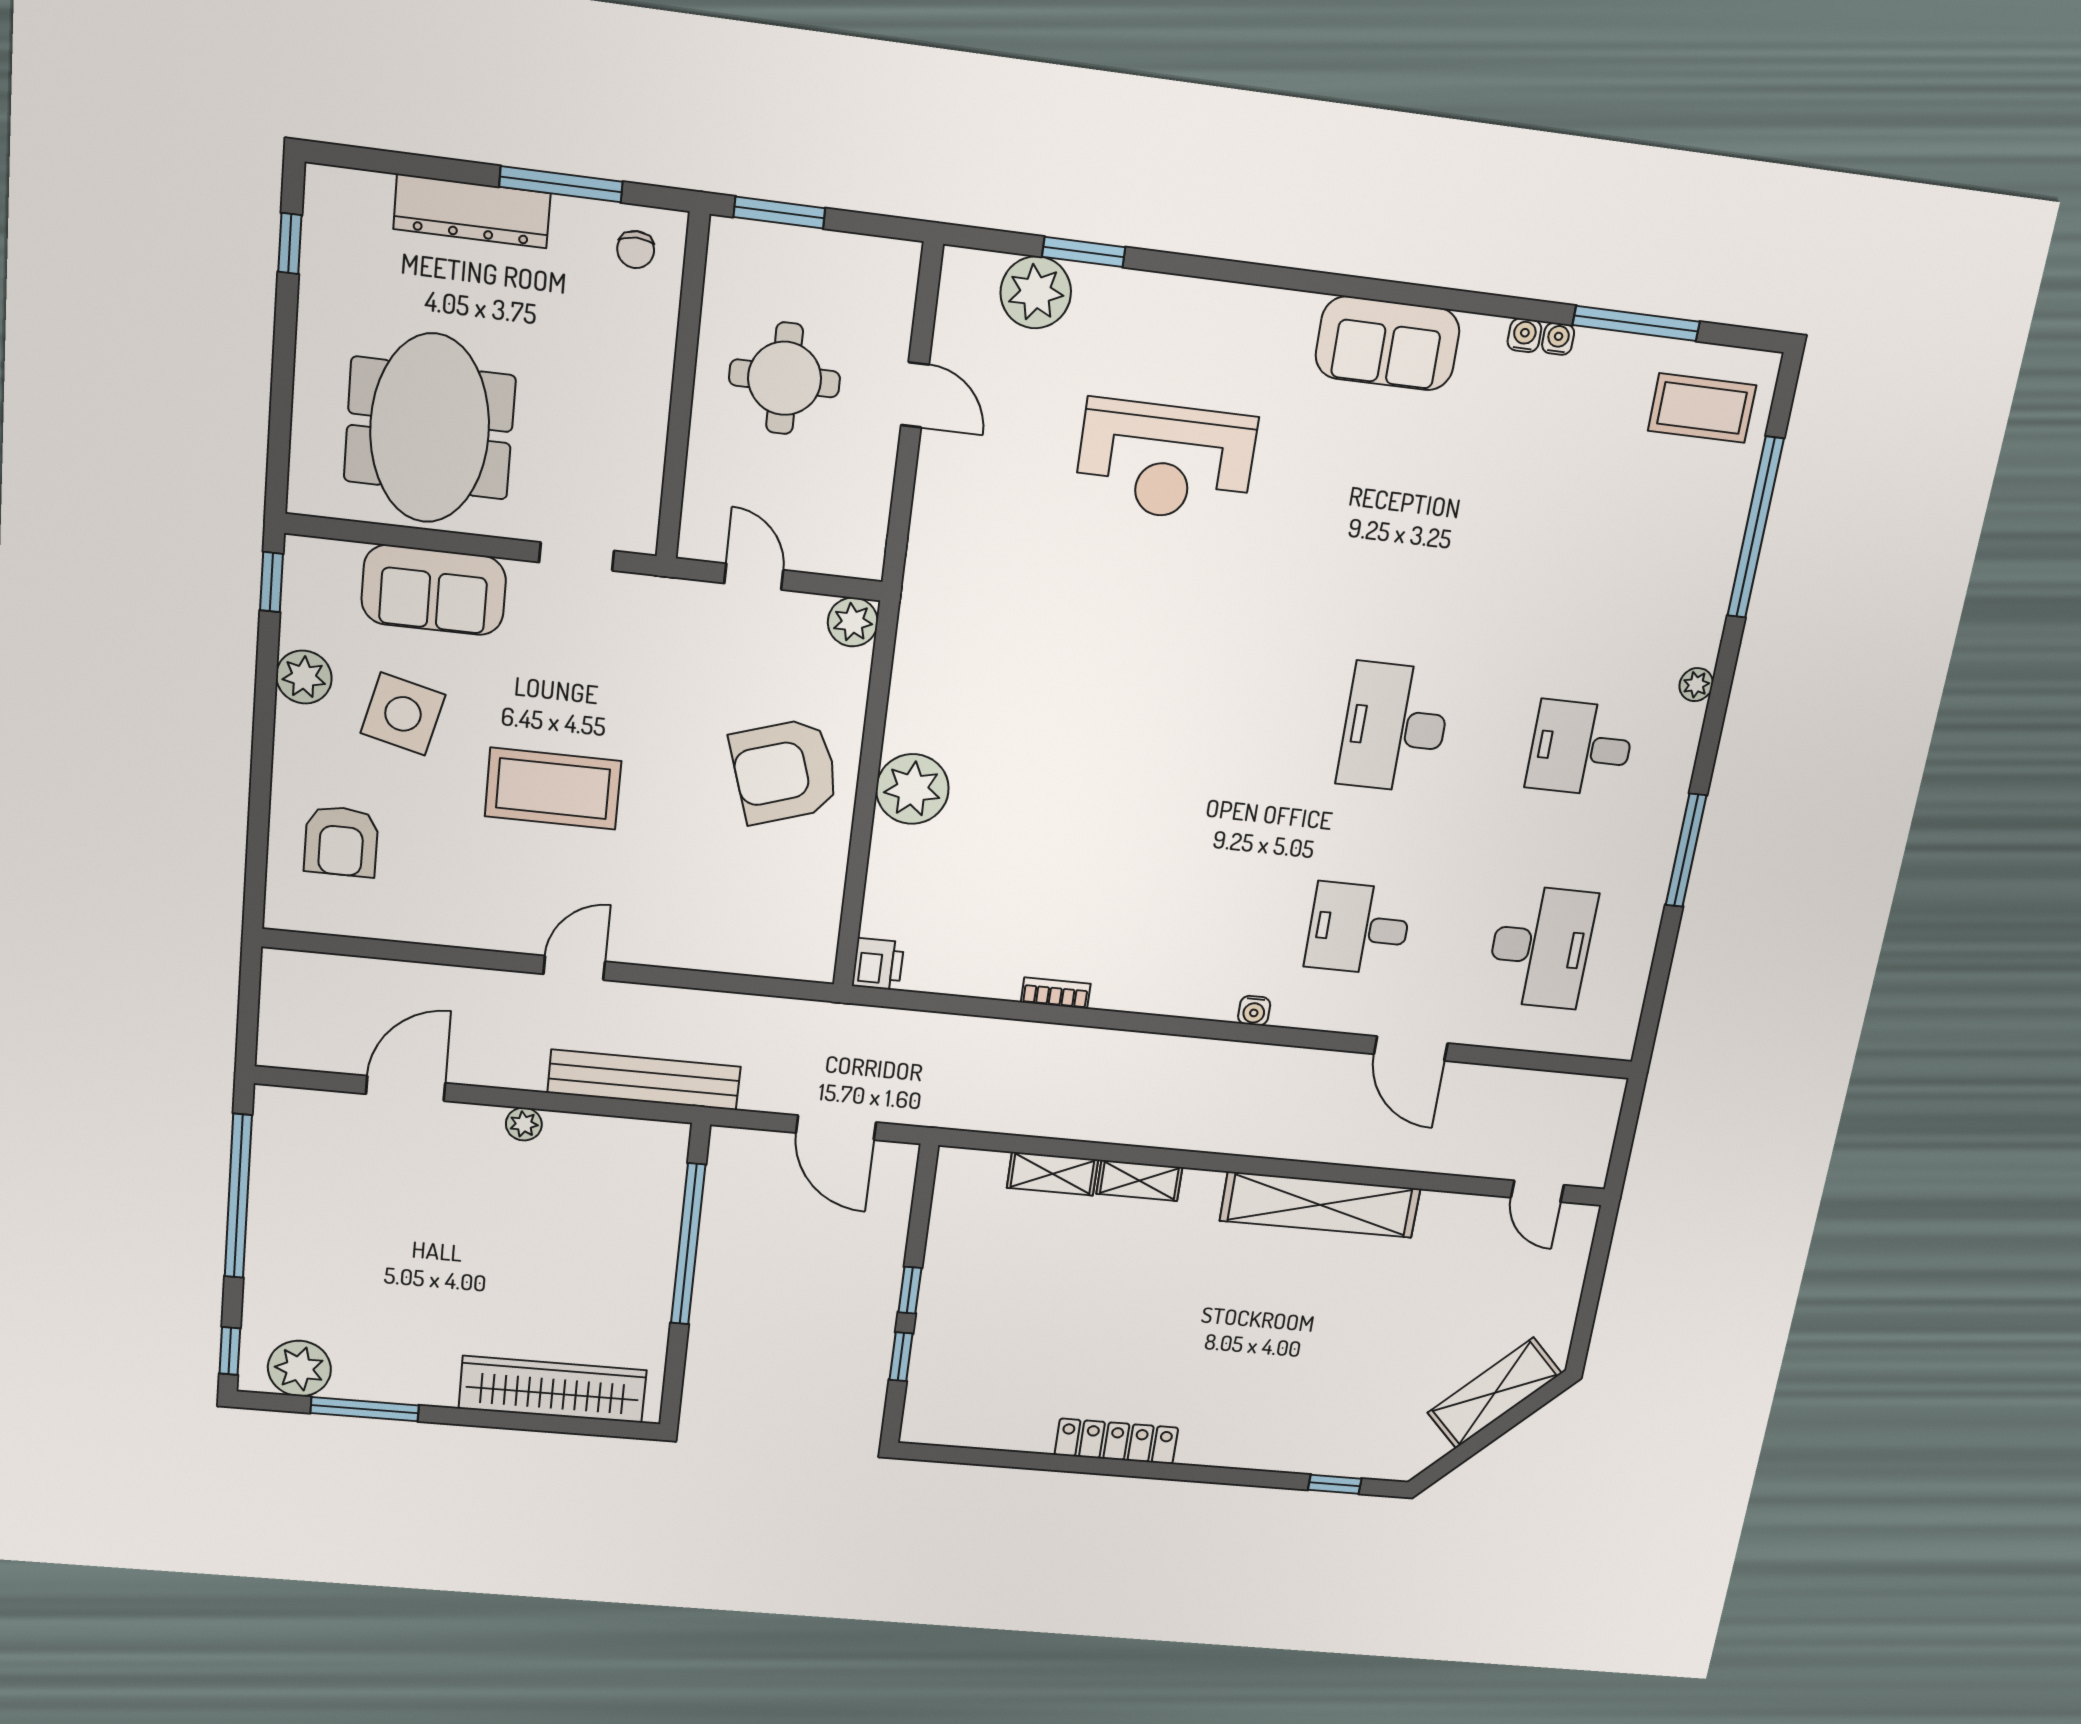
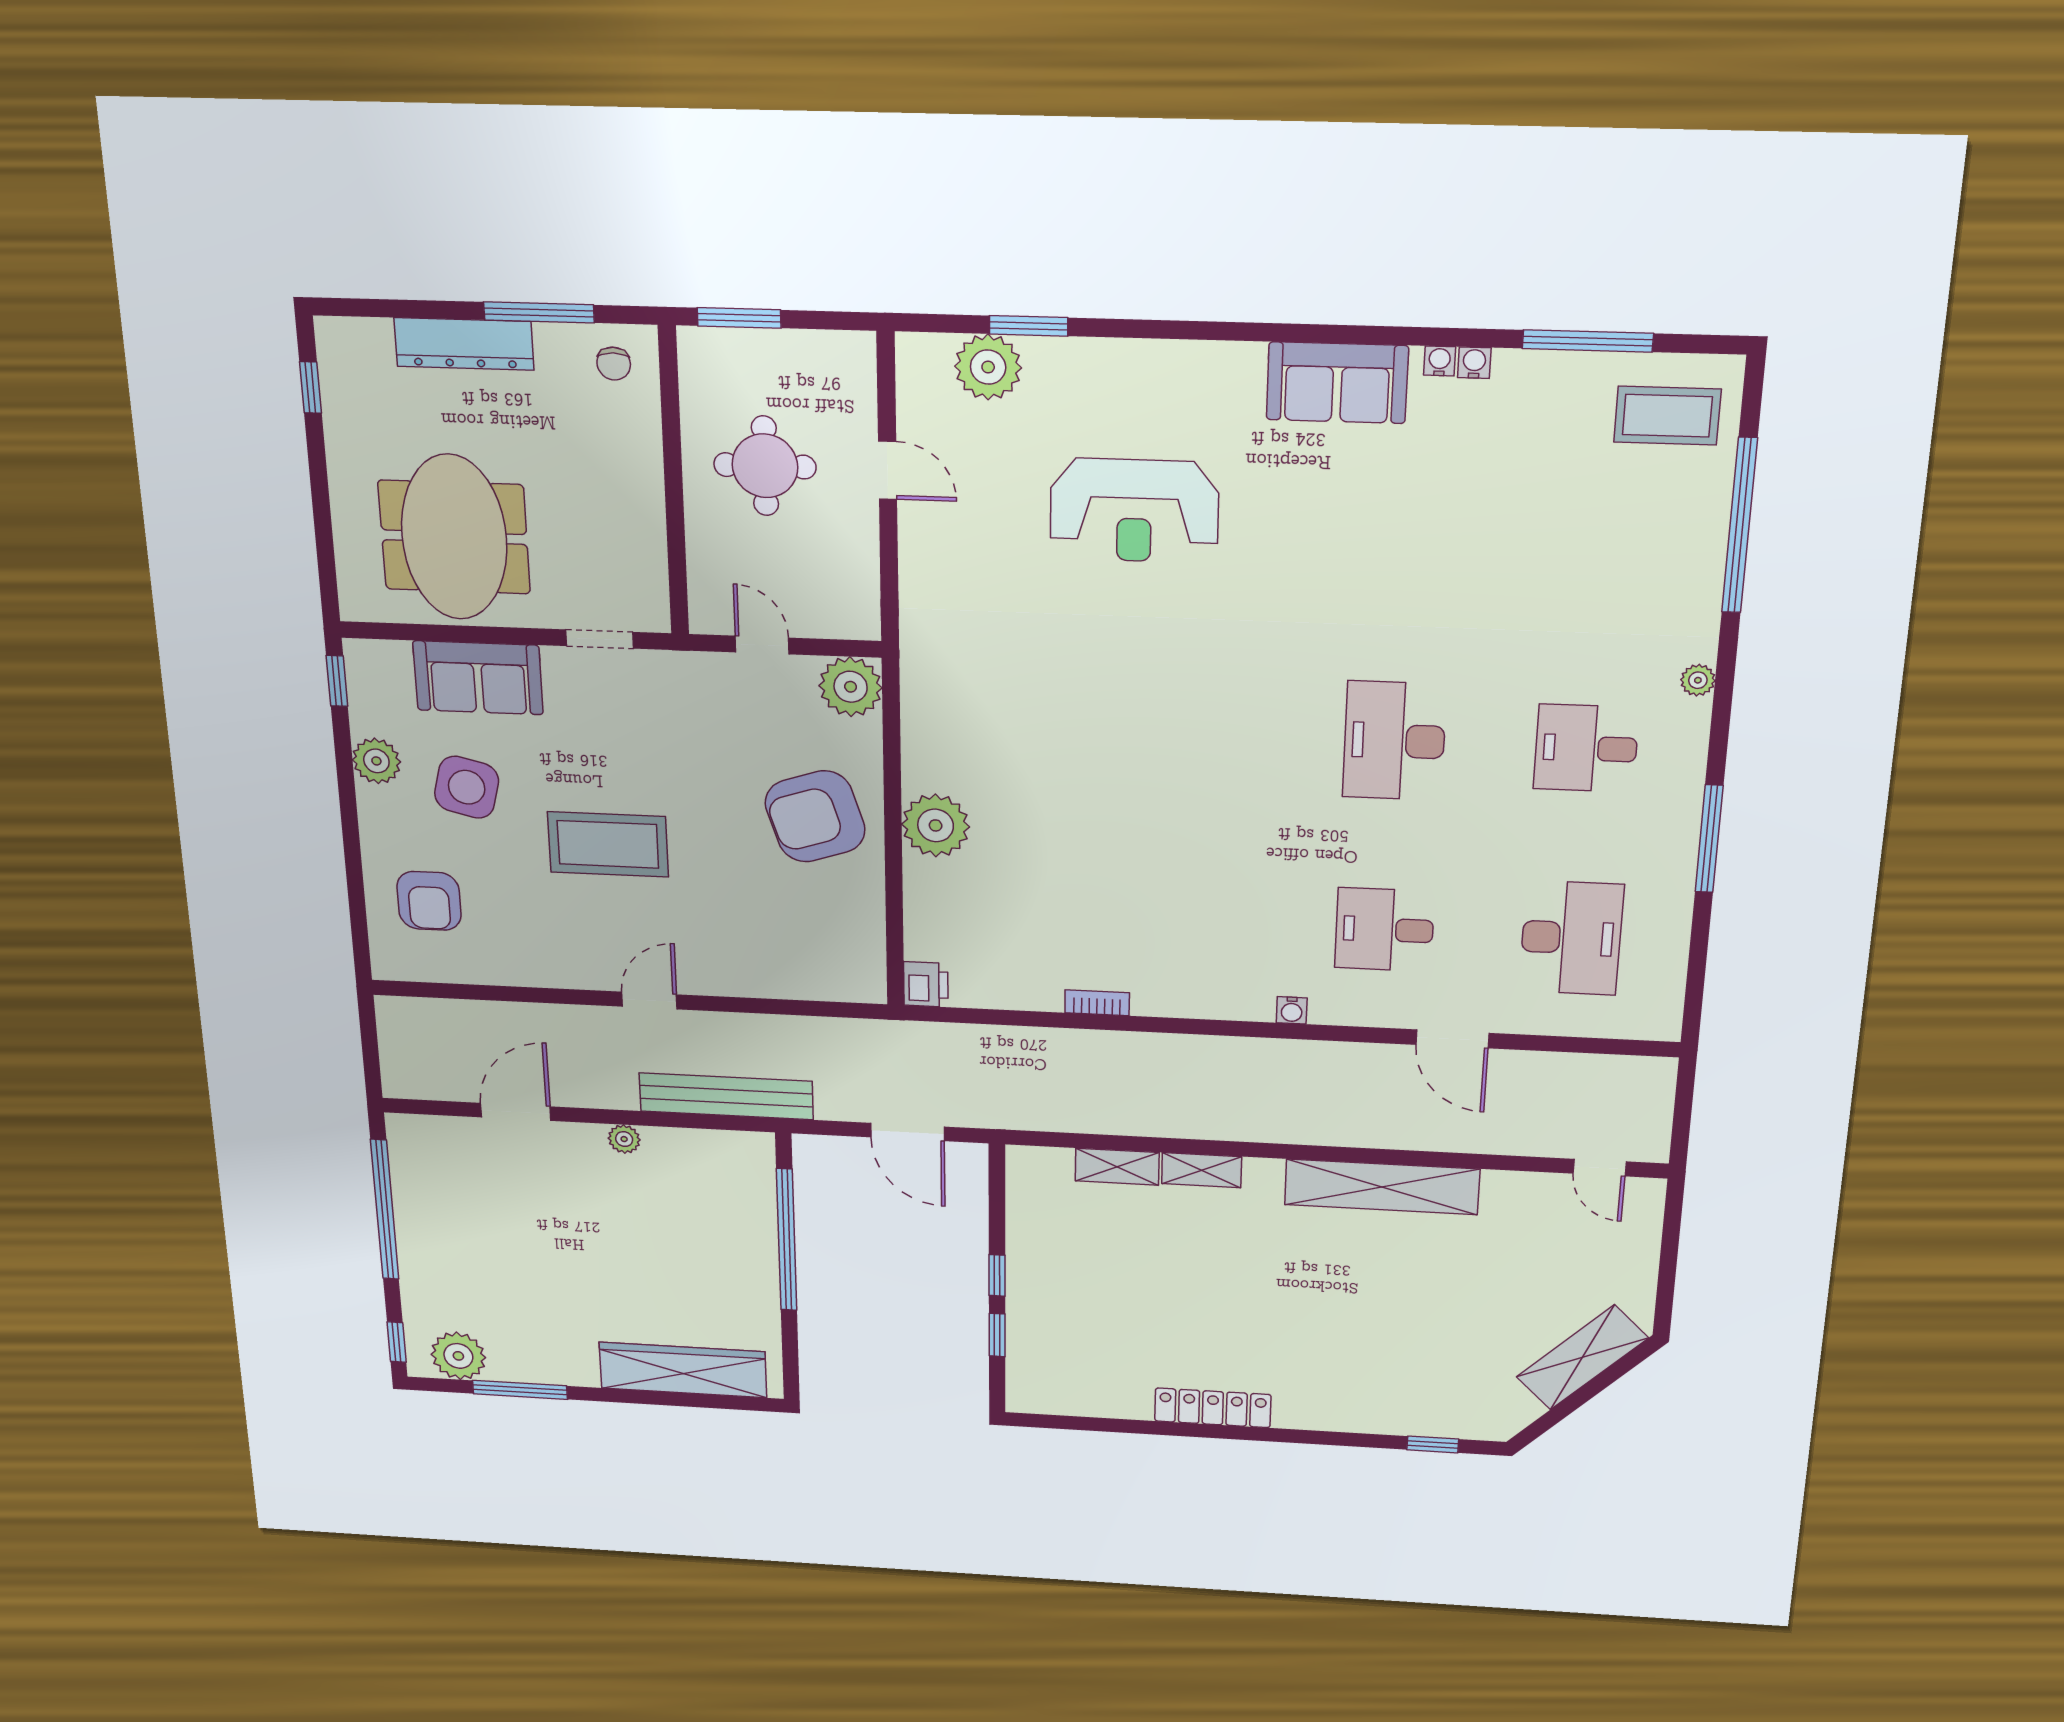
water cooler: (1558, 339) -> (1440, 361), moved
plant: (853, 622) -> (851, 687), width x1.36, depth x1.36

